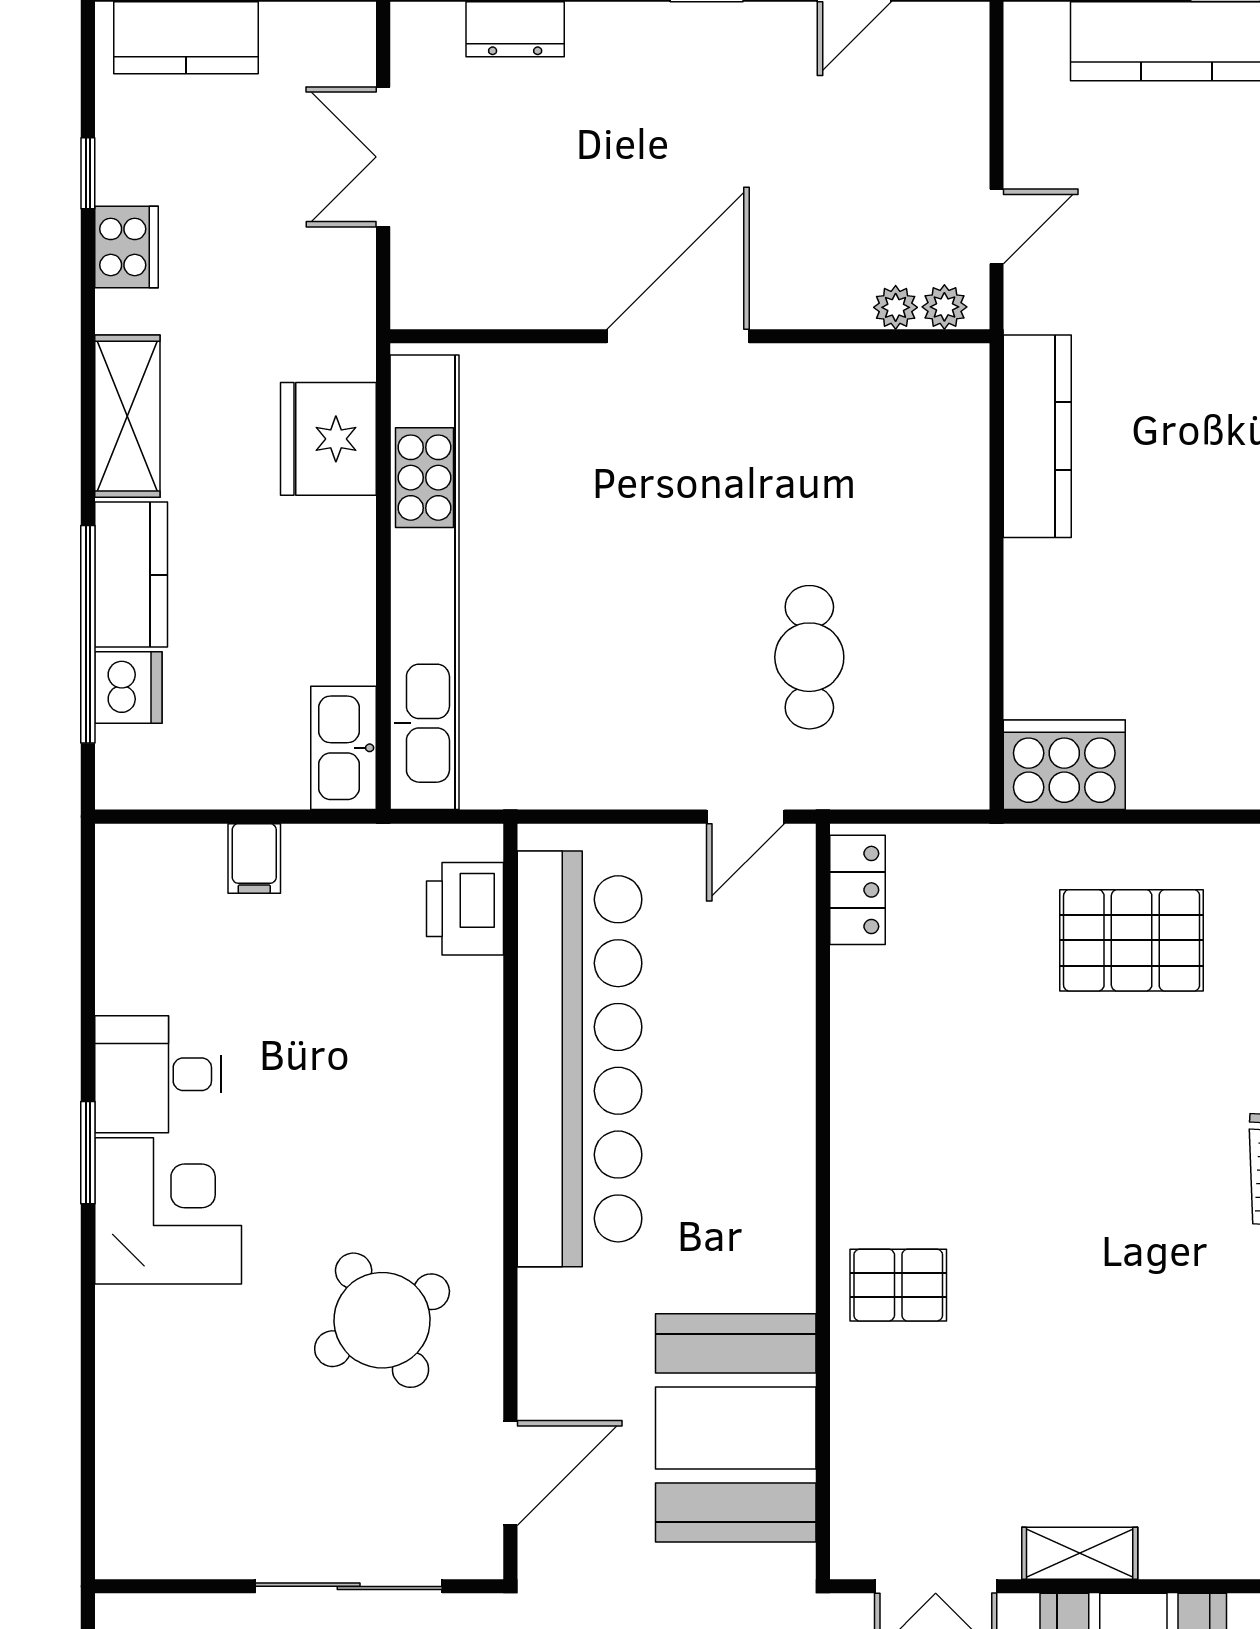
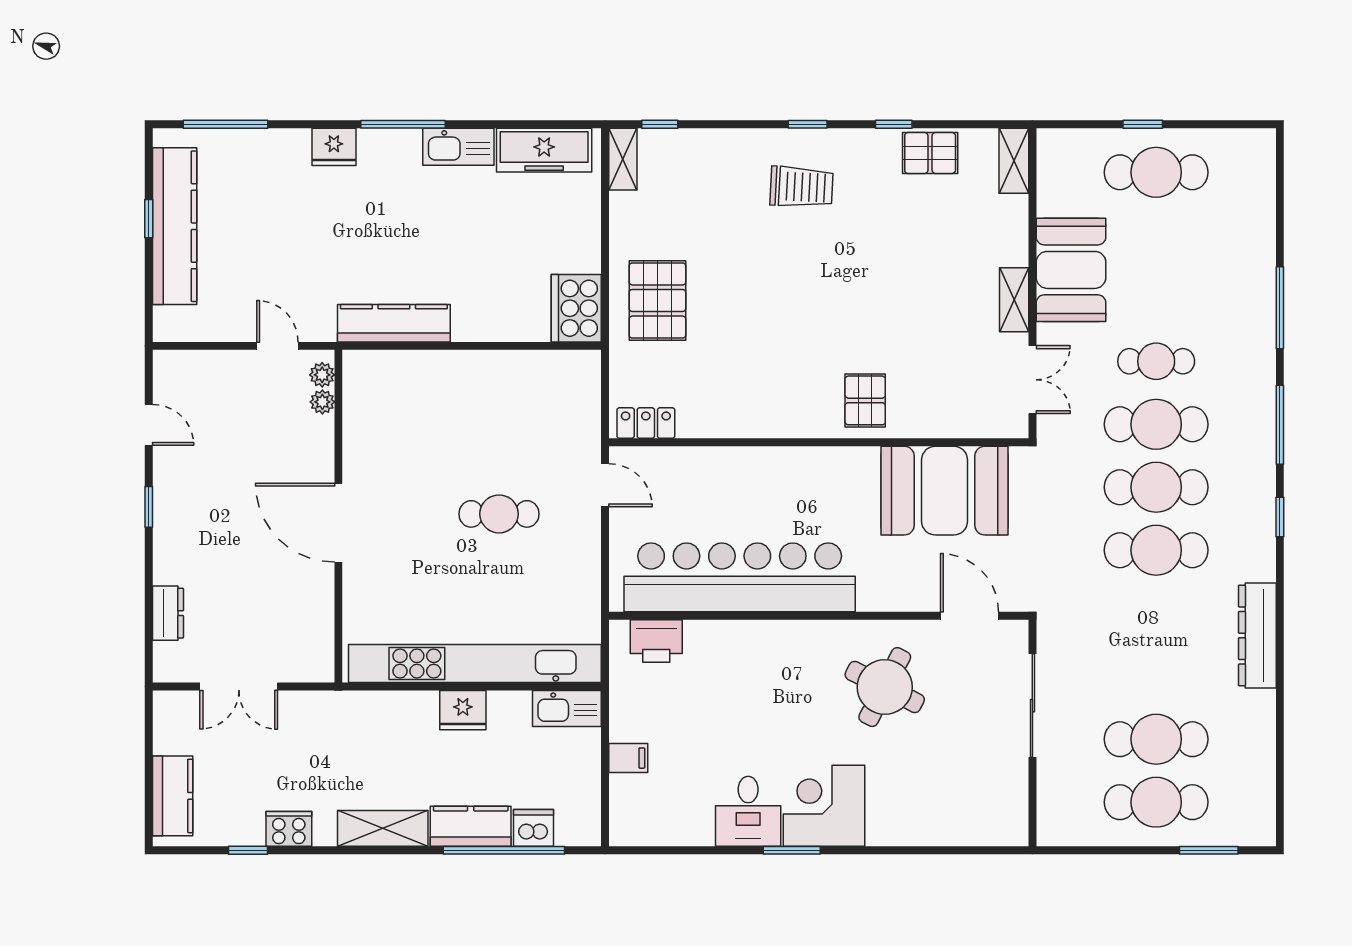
fridge: (328, 439) -> (463, 710), moved, width x0.73, depth x0.75
cafe table: (809, 657) -> (499, 514), moved
pallet: (1132, 940) -> (657, 300), moved
round table: (382, 1320) -> (885, 687), turned -33

